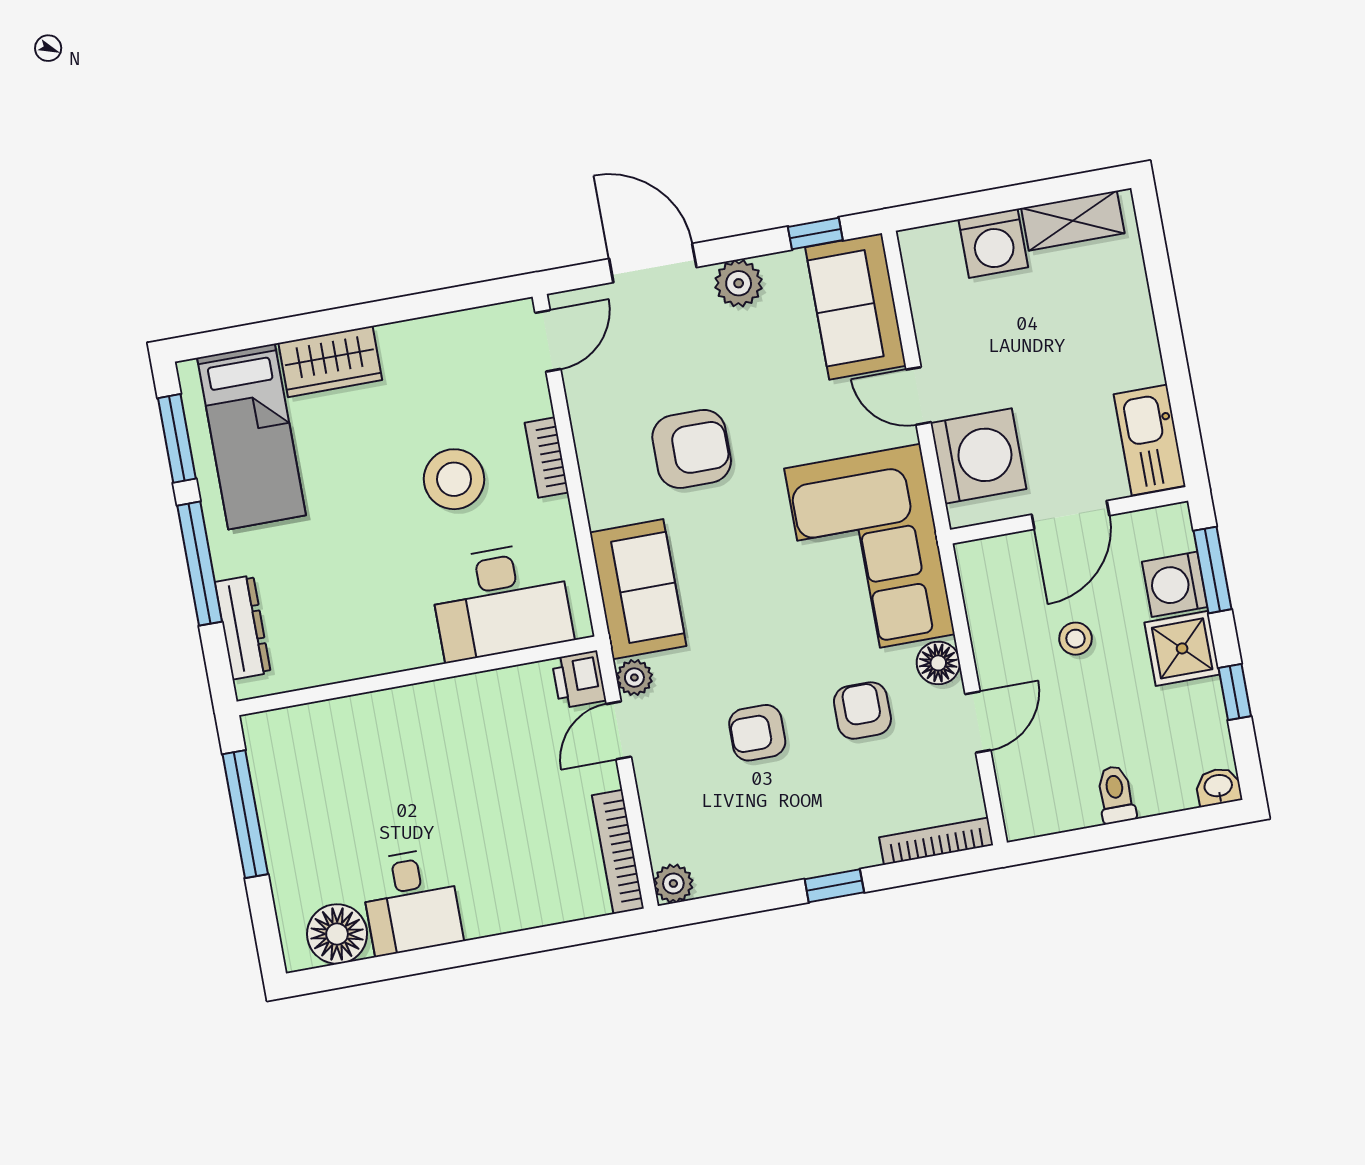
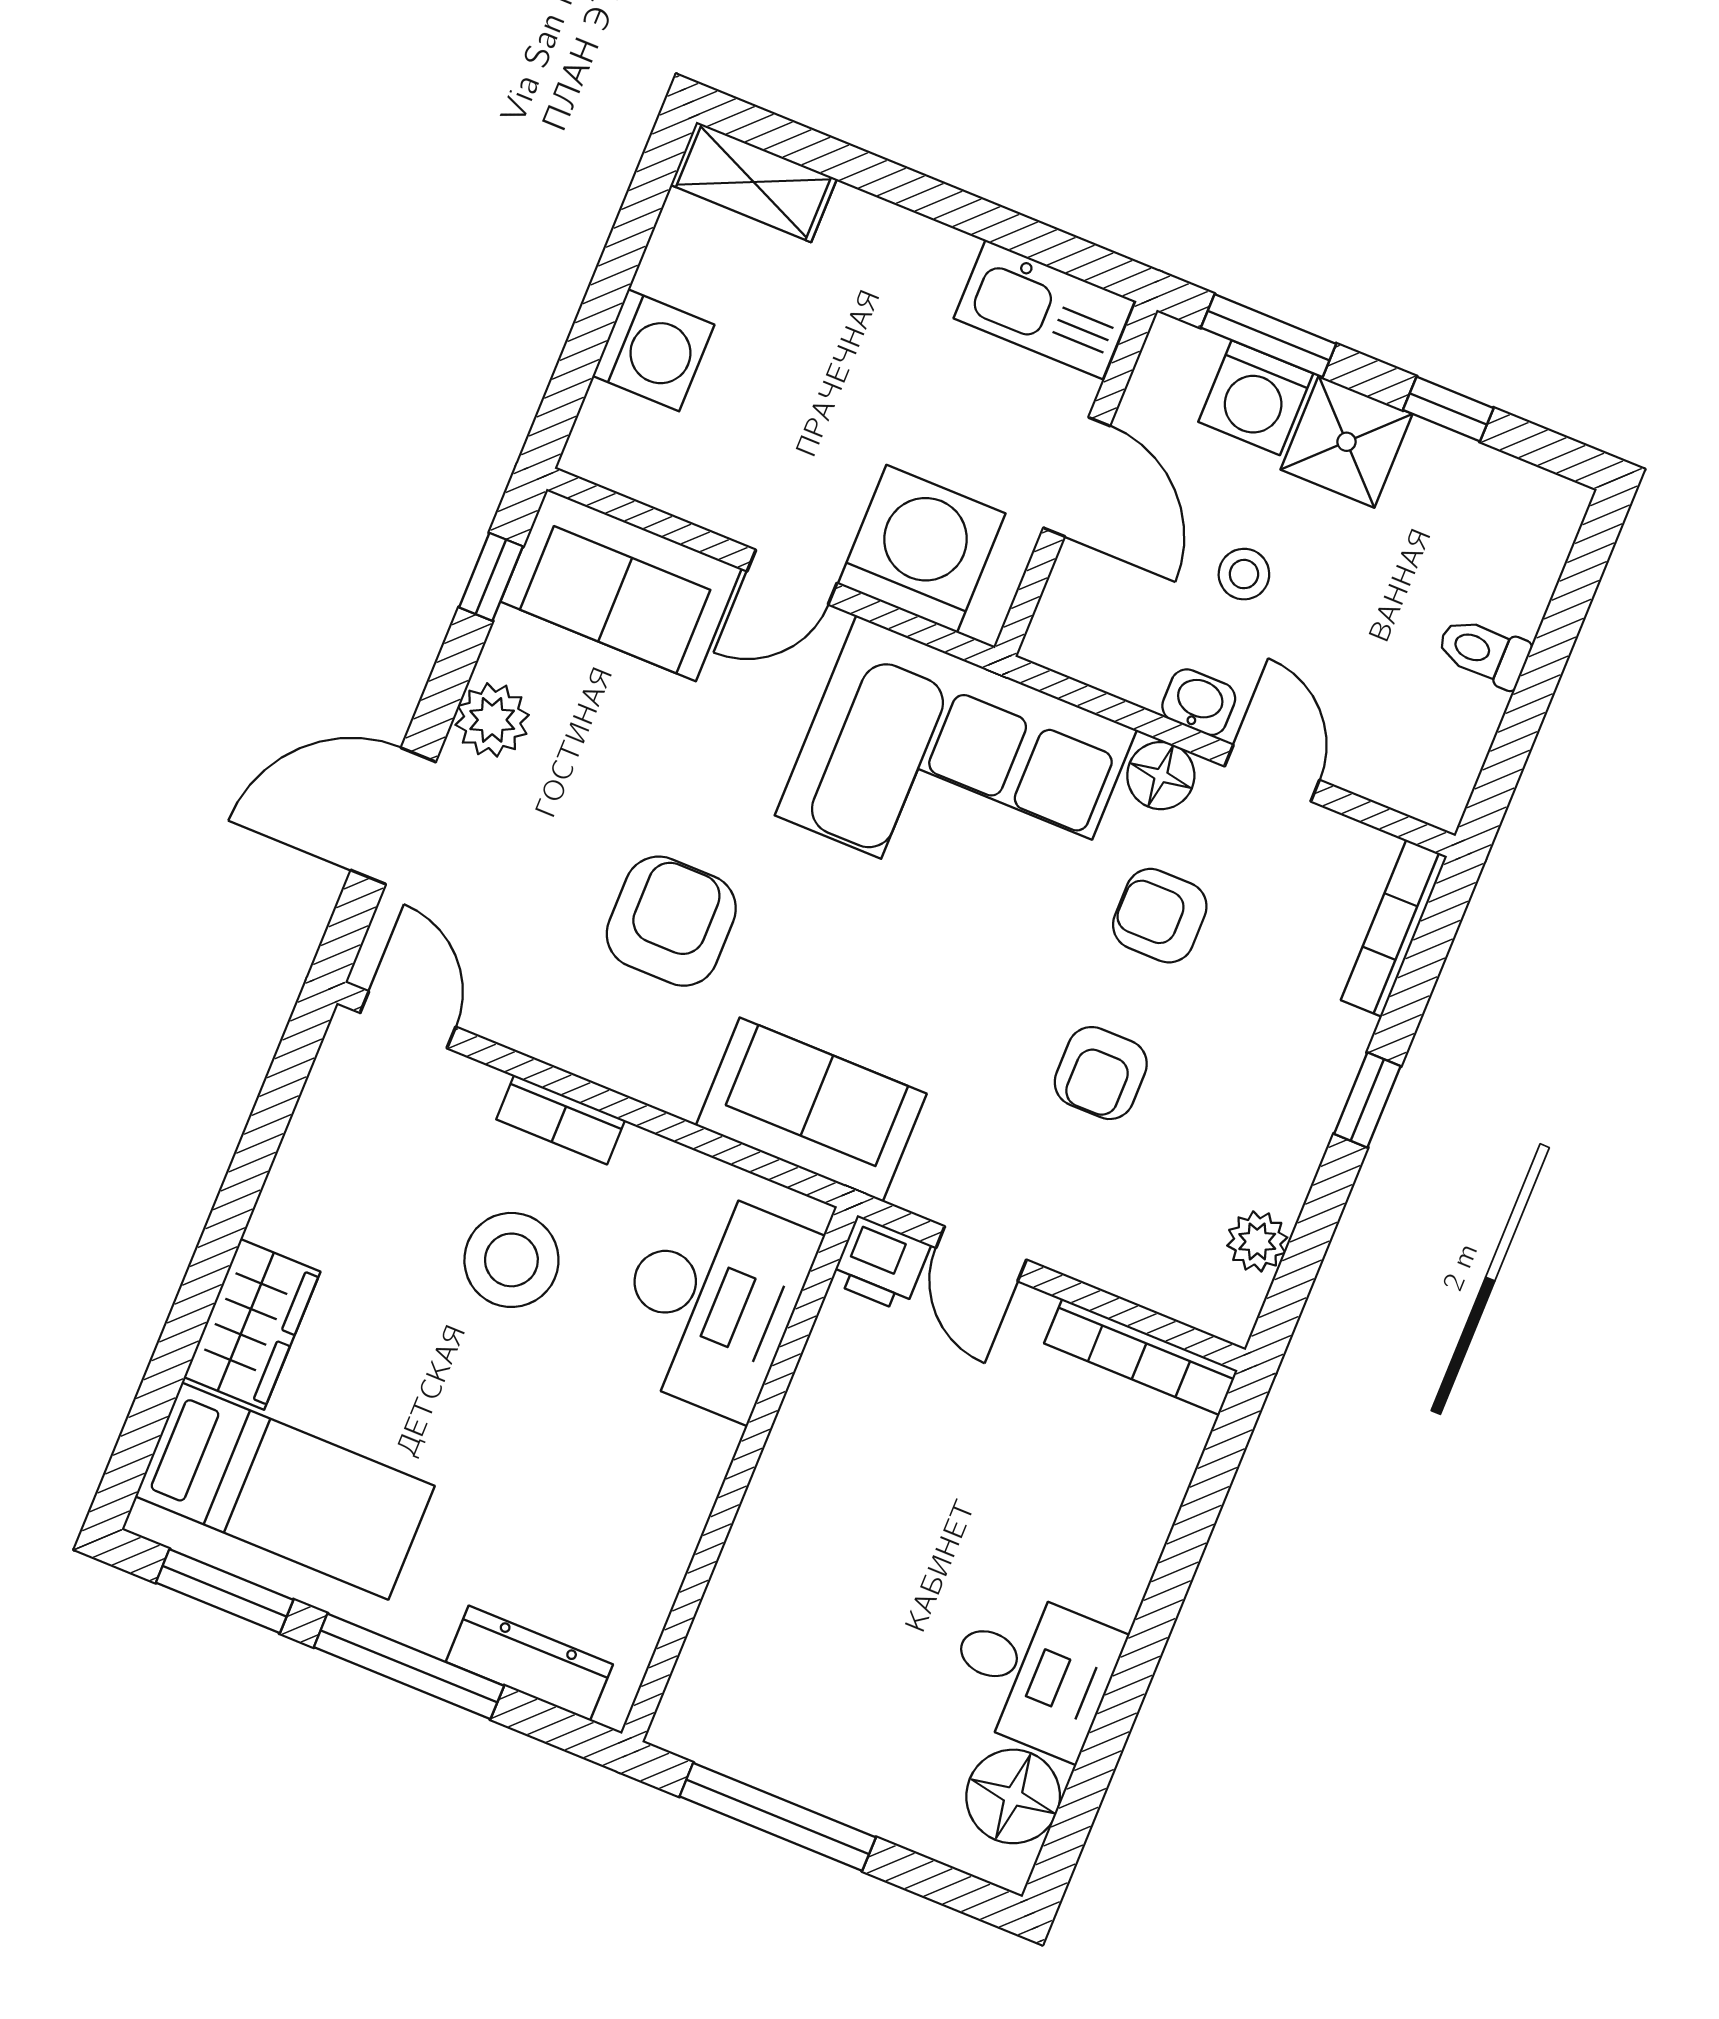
shelving: (1073, 221) -> (754, 182), moved, turned 90
plant: (634, 678) -> (925, 1189), removed
washbasin: (1218, 787) -> (1199, 702), moved, turned 90
plant: (673, 883) -> (1257, 1241), moved

